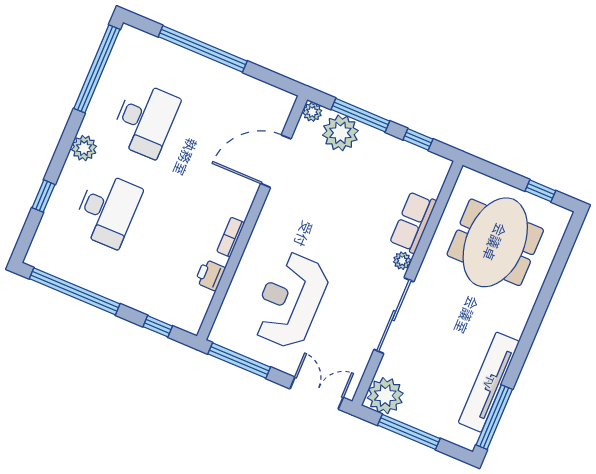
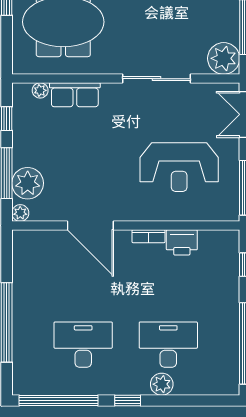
plant: (84, 148) -> (162, 384), moved
door: (276, 161) -> (90, 226), moved
window: (43, 196) -> (128, 401), moved
plant: (402, 261) -> (40, 90), moved
printer: (210, 275) -> (182, 242), width x1.36, depth x1.24

